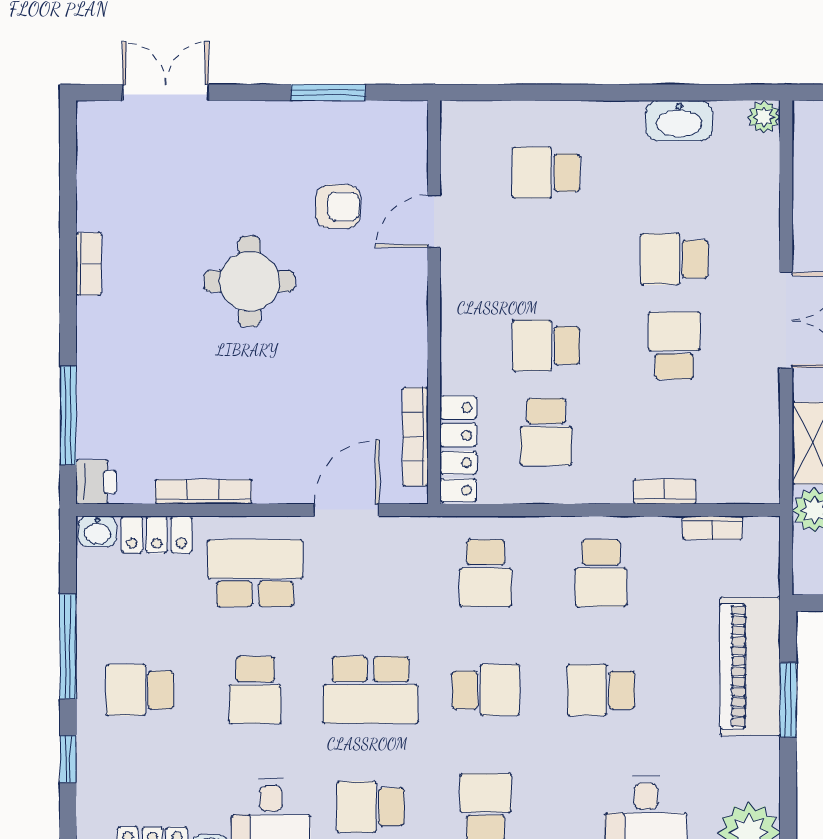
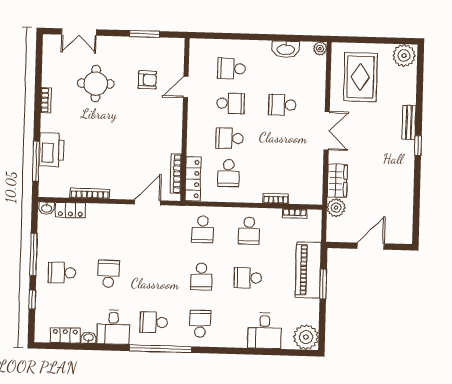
double door: (166, 93) -> (79, 32), swing flipped
round table: (249, 281) -> (96, 84), moved
school desk: (674, 345) -> (230, 103), moved, turned 90
printer: (96, 482) -> (52, 150), moved, width x1.87, depth x1.48
school desk: (255, 573) -> (110, 227), removed
school desk: (255, 690) -> (108, 274), turned 180
school desk: (370, 690) -> (155, 275), removed
school desk: (486, 690) -> (201, 276), turned 90

